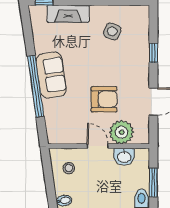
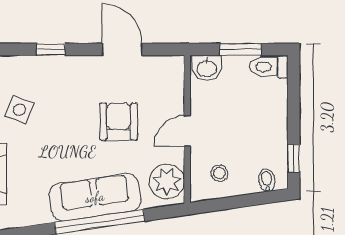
sofa: (51, 75) -> (95, 197), width x1.36
plant: (122, 132) -> (167, 181), moved
washbasin: (124, 157) -> (207, 68), moved, turned 90

